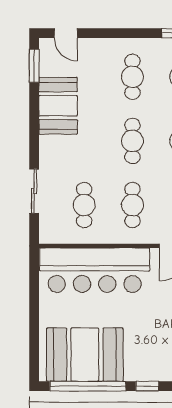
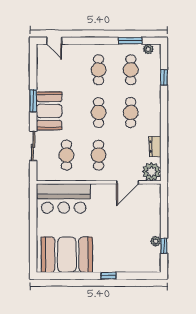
window: (34, 66) -> (33, 101), moved
booth: (58, 106) -> (49, 111), moved
bar counter: (95, 270) -> (64, 198), width x0.73
window: (88, 386) -> (69, 276), removed

